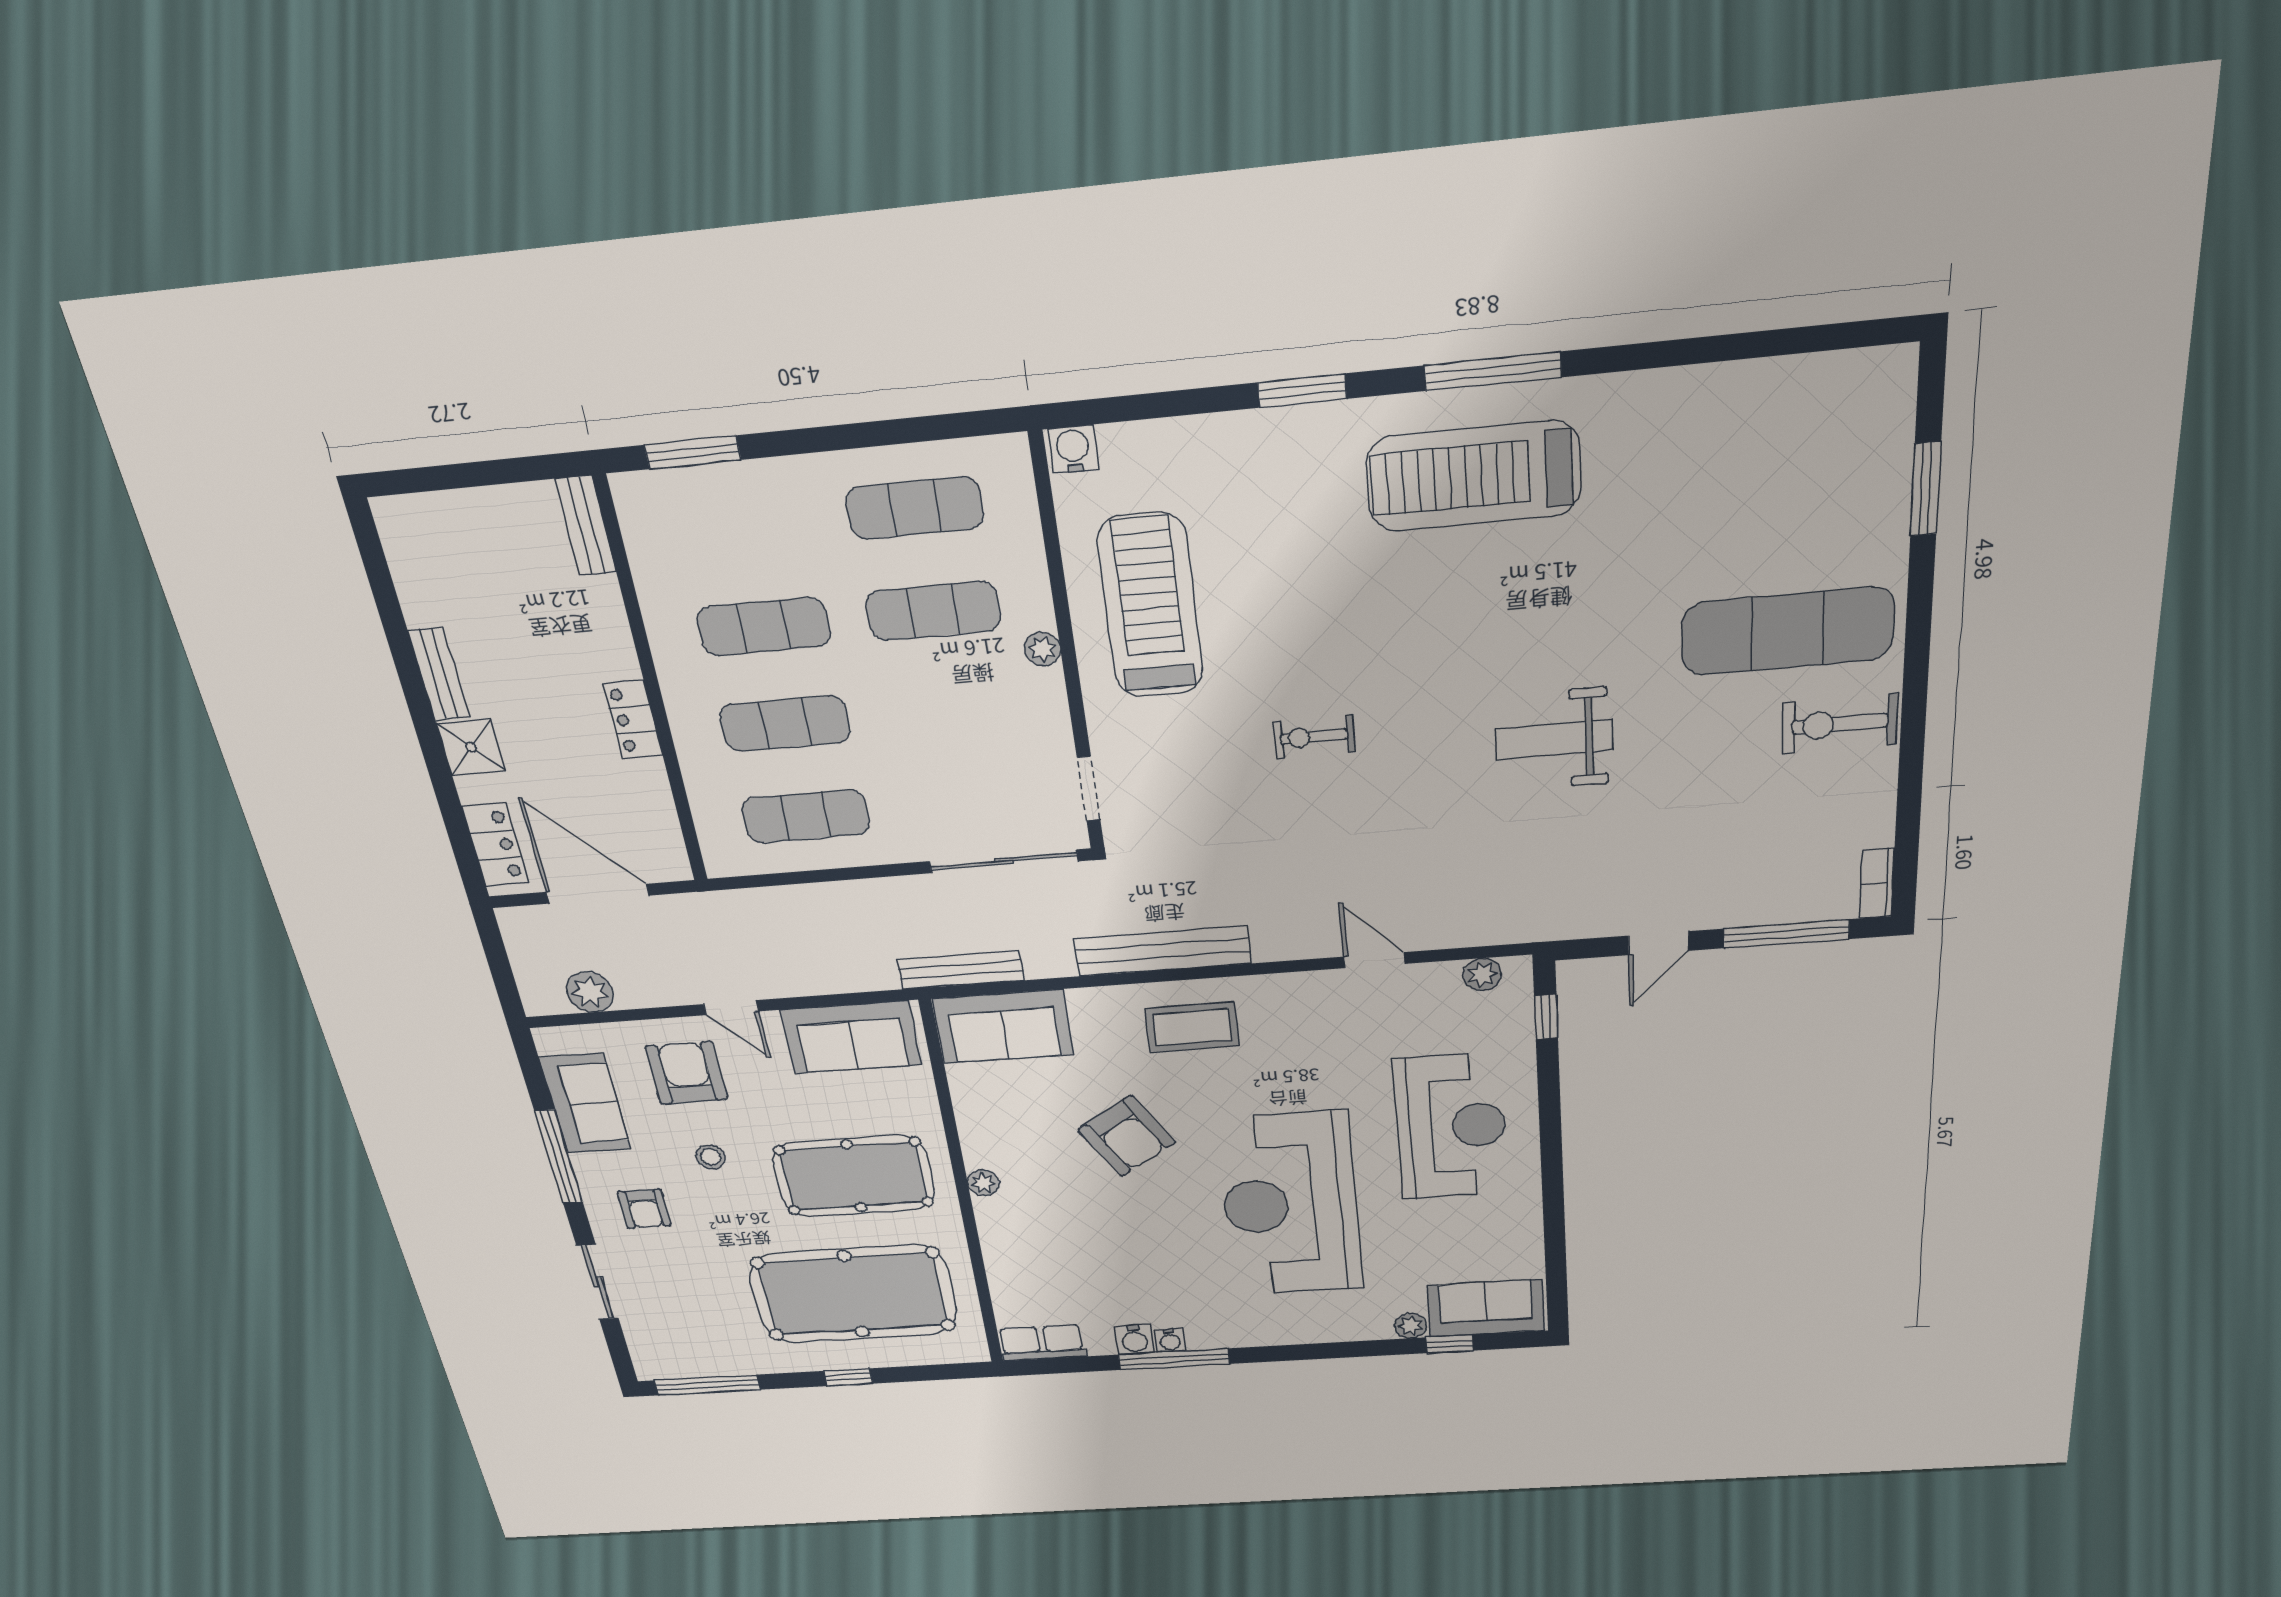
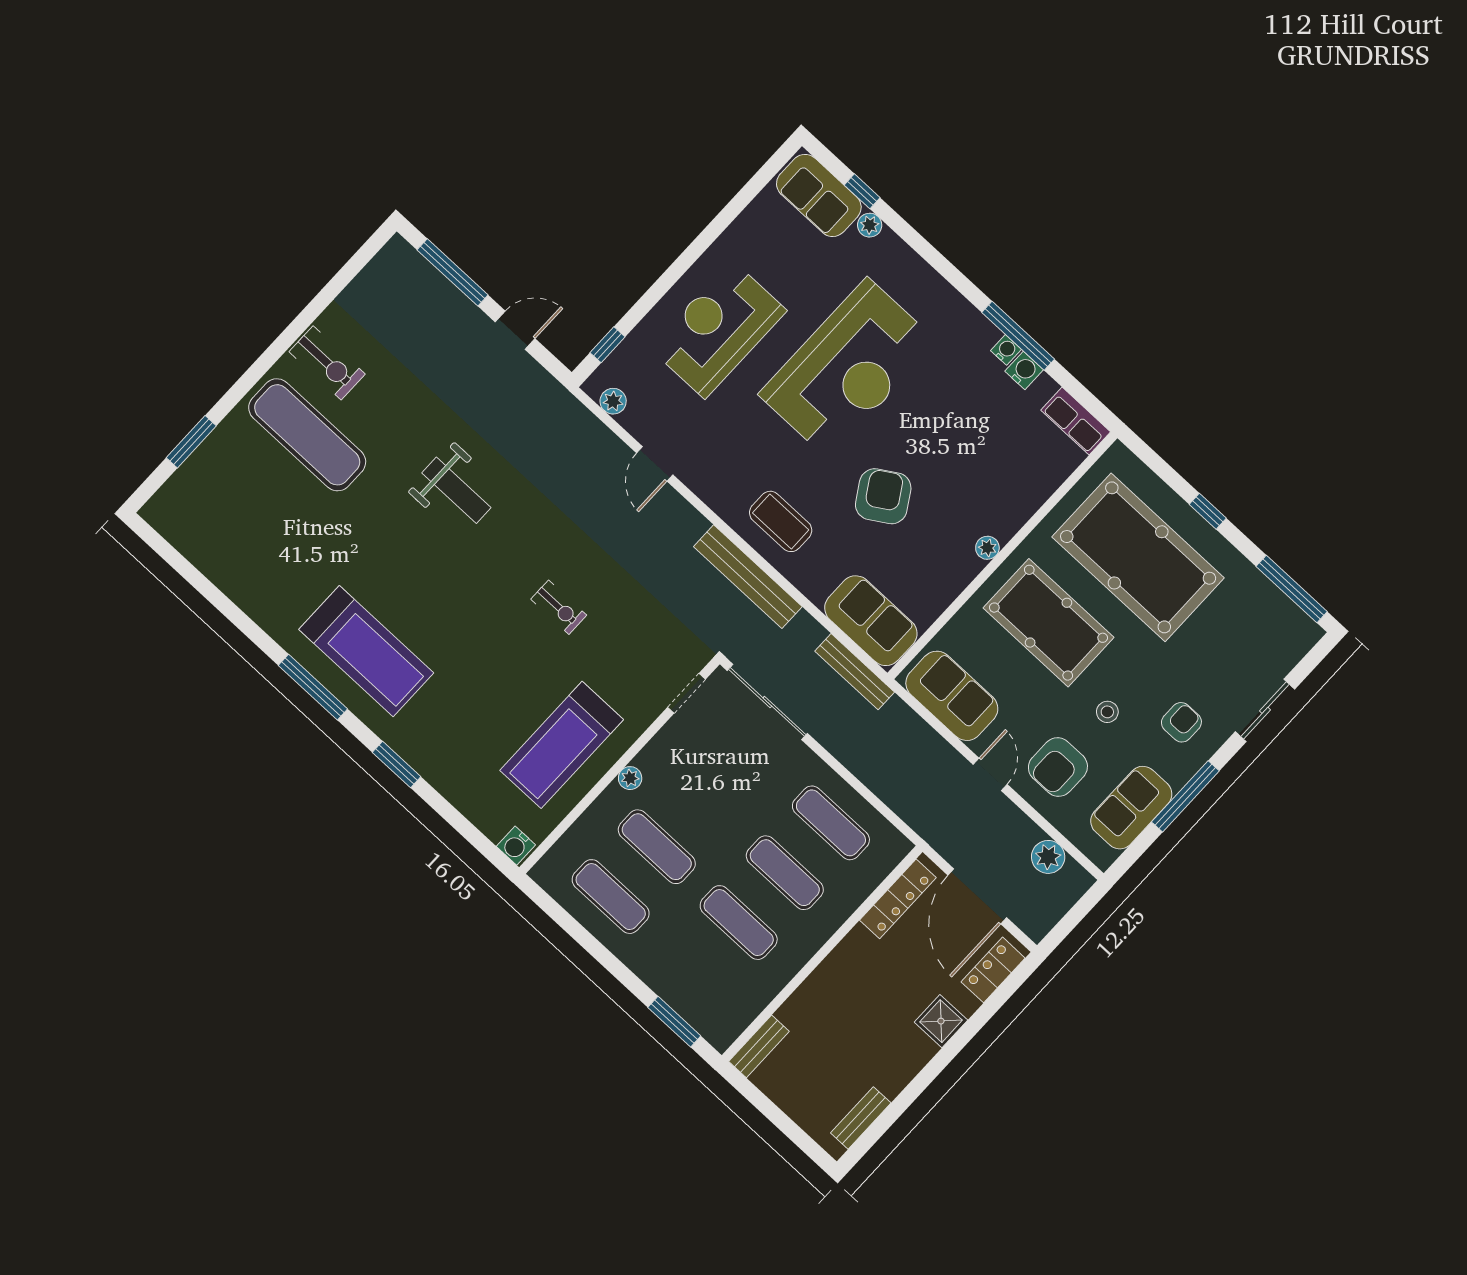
bench: (439, 674) -> (861, 1118), moved
locker: (633, 720) -> (898, 899), moved, width x1.53
bookcase: (1877, 883) -> (387, 257), removed

